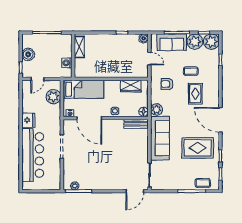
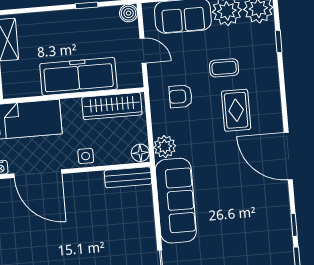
freezer: (115, 69) -> (78, 76), added
wardrobe: (131, 86) -> (112, 106), width x1.50
rug: (198, 148) -> (249, 213), removed

